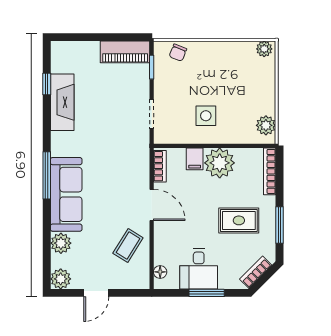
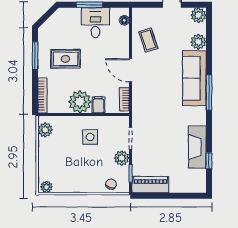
plant: (164, 88) -> (122, 158), added
coffee table: (128, 245) -> (148, 40), turned -50
bookcase: (256, 272) -> (53, 20), removed

